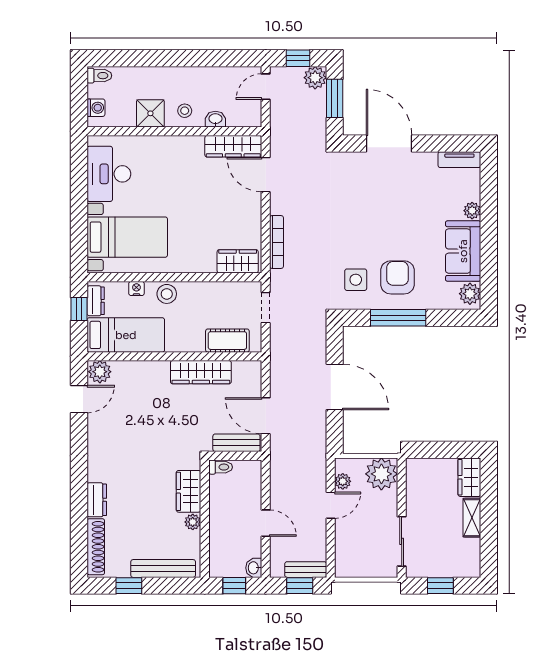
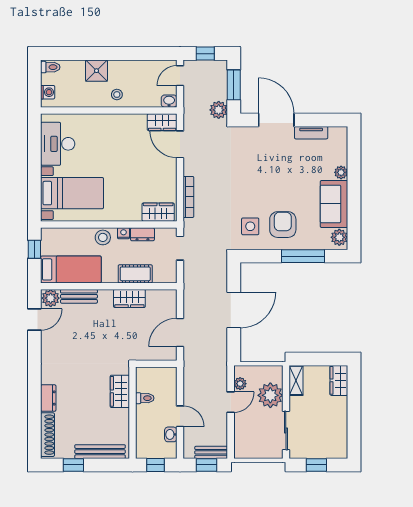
plant: (315, 78) -> (219, 110), moved
shower: (150, 113) -> (96, 71), moved
washbasin: (215, 119) -> (169, 101), moved
wardrobe: (233, 146) -> (162, 122), width x0.67
tv unit: (459, 160) -> (311, 133), moved
nightstand: (136, 289) -> (123, 233), moved
dresser: (96, 301) -> (142, 234), moved, turned 90
window: (398, 318) -> (303, 256), moved
cot: (227, 341) -> (135, 274), moved
wardrobe: (201, 372) -> (129, 298), width x0.67
door: (335, 387) -> (234, 310), hinge flipped
door: (266, 416) -> (180, 332), hinge flipped
bench: (236, 443) -> (79, 296), moved
toilet: (221, 467) -> (145, 398), moved
plant: (381, 474) -> (270, 395), moved
shelving: (472, 518) -> (296, 380), moved
plant: (193, 522) -> (123, 415), removed
washbasin: (254, 568) -> (171, 434), moved

